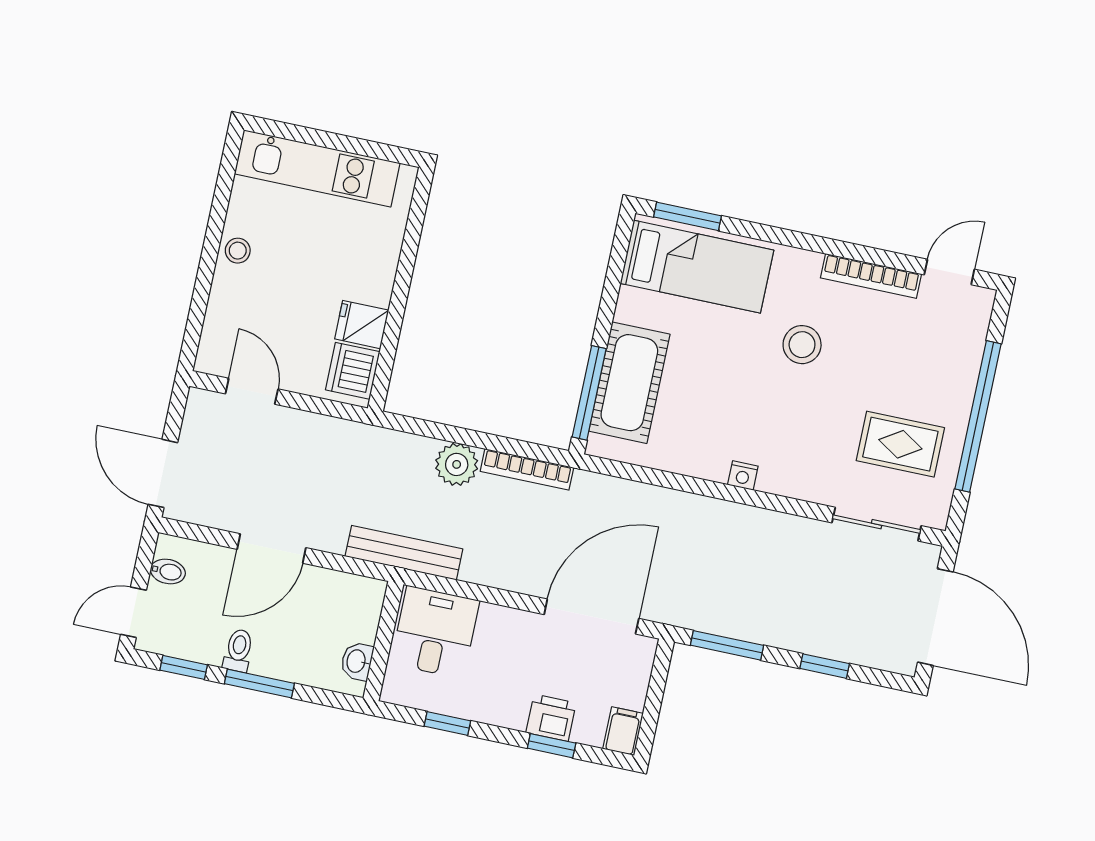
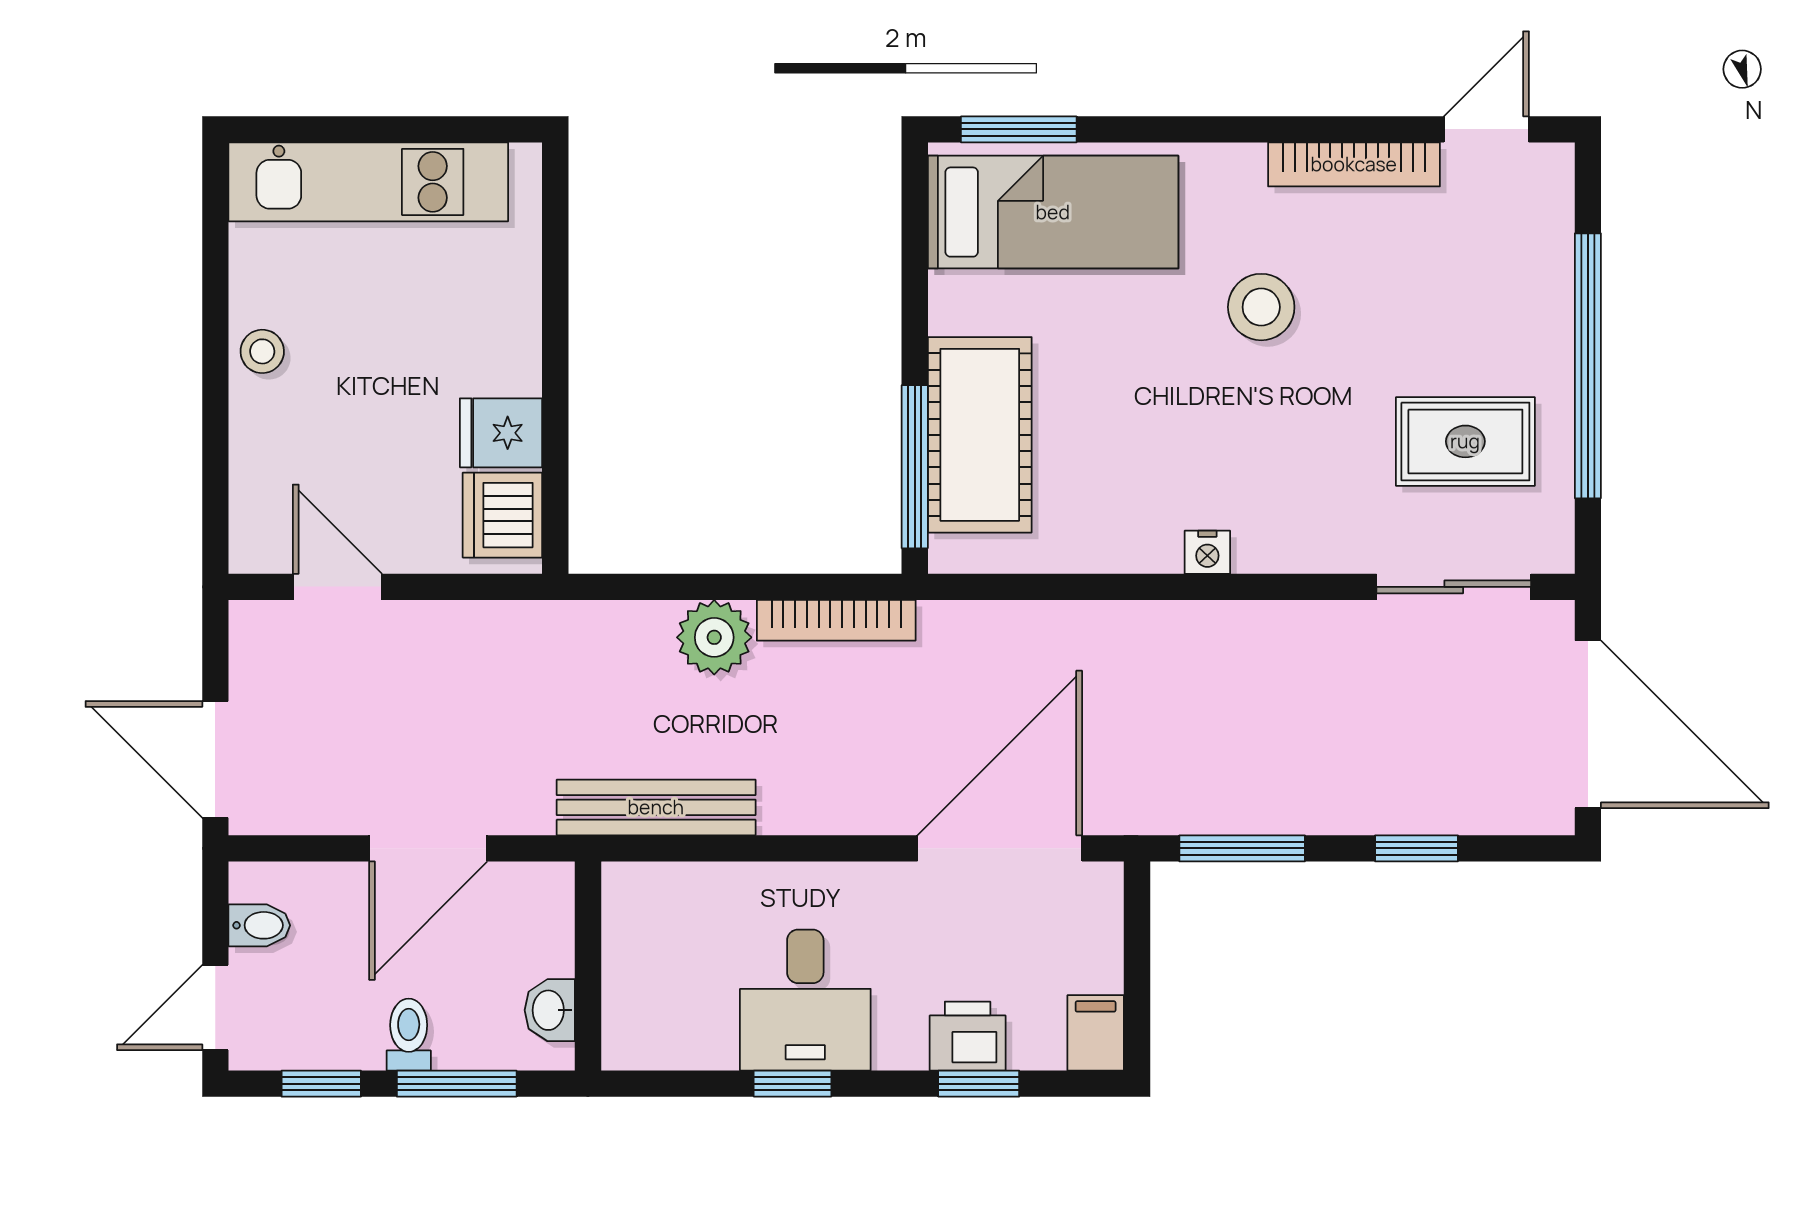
desk: (435, 632) -> (805, 1000), moved, turned 180
wall: (383, 641) -> (588, 966), moved
washbasin: (357, 661) -> (550, 1010), moved

